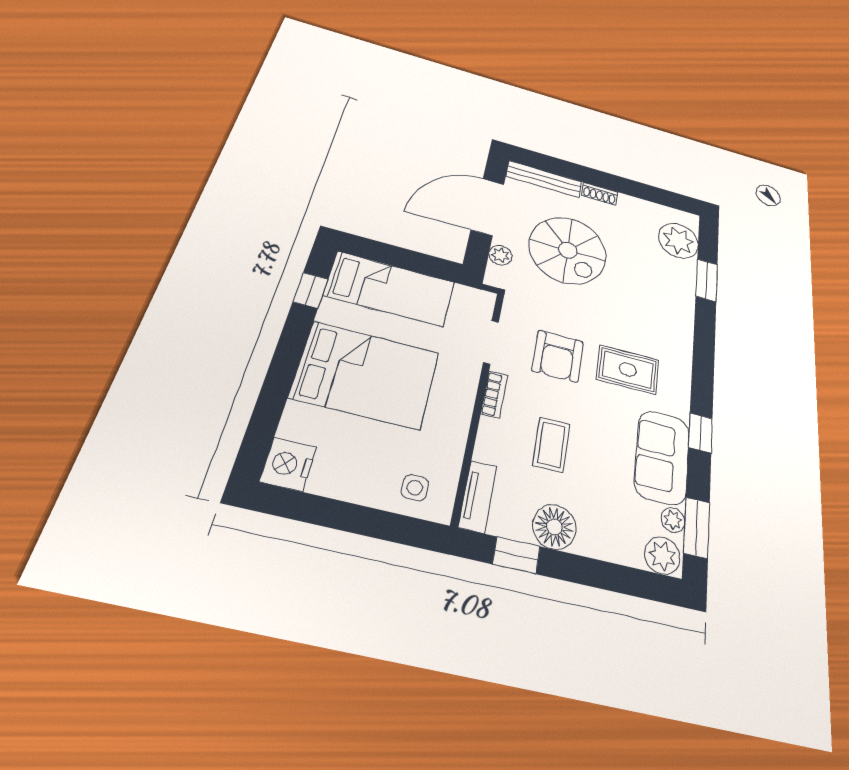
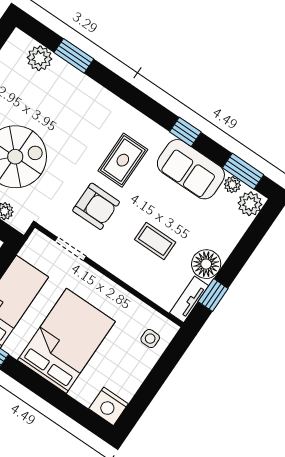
plant: (678, 241) -> (39, 58), width x0.73, depth x0.73
bookcase: (494, 394) -> (108, 263), removed
tv unit: (478, 496) -> (189, 299), moved, turned -90

